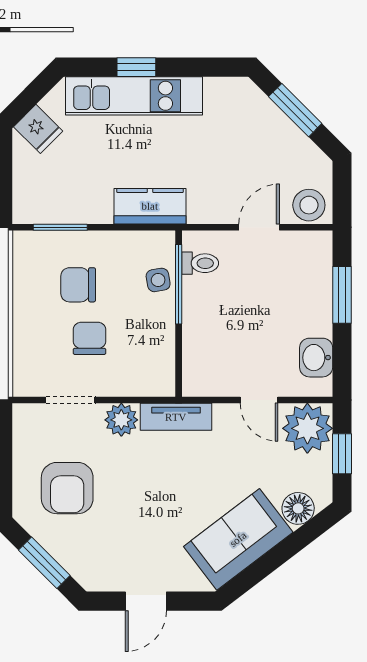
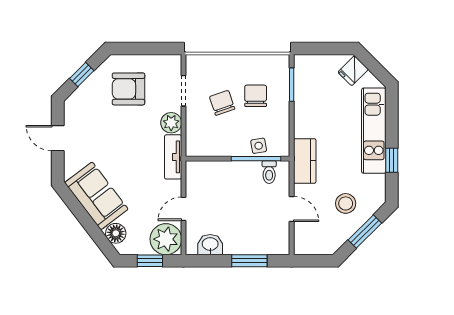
window: (136, 67) -> (392, 160), moved
stool: (309, 205) -> (346, 203), moved
kitchen counter: (150, 206) -> (305, 161), moved
chair: (90, 338) -> (222, 103), turned -109
window: (44, 563) -> (82, 75), width x0.67

